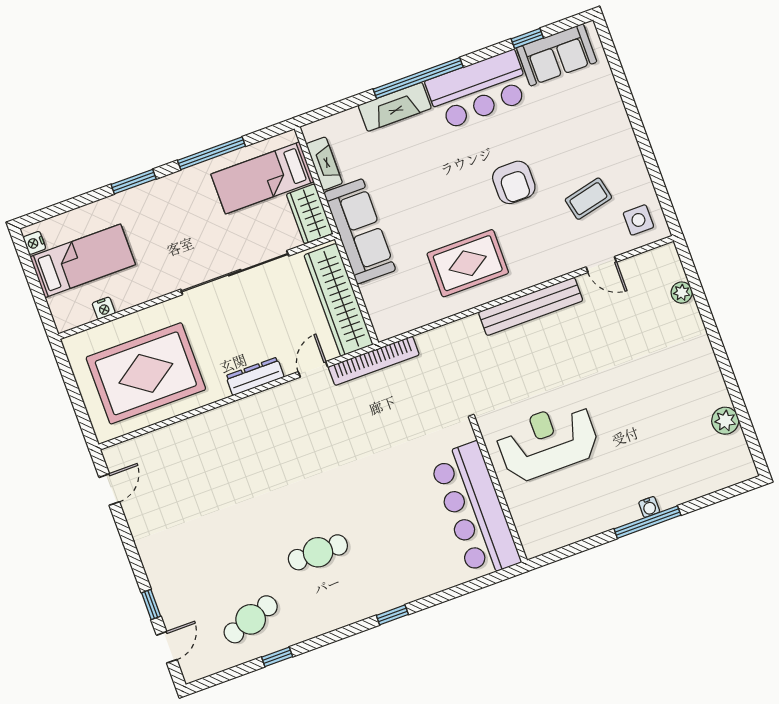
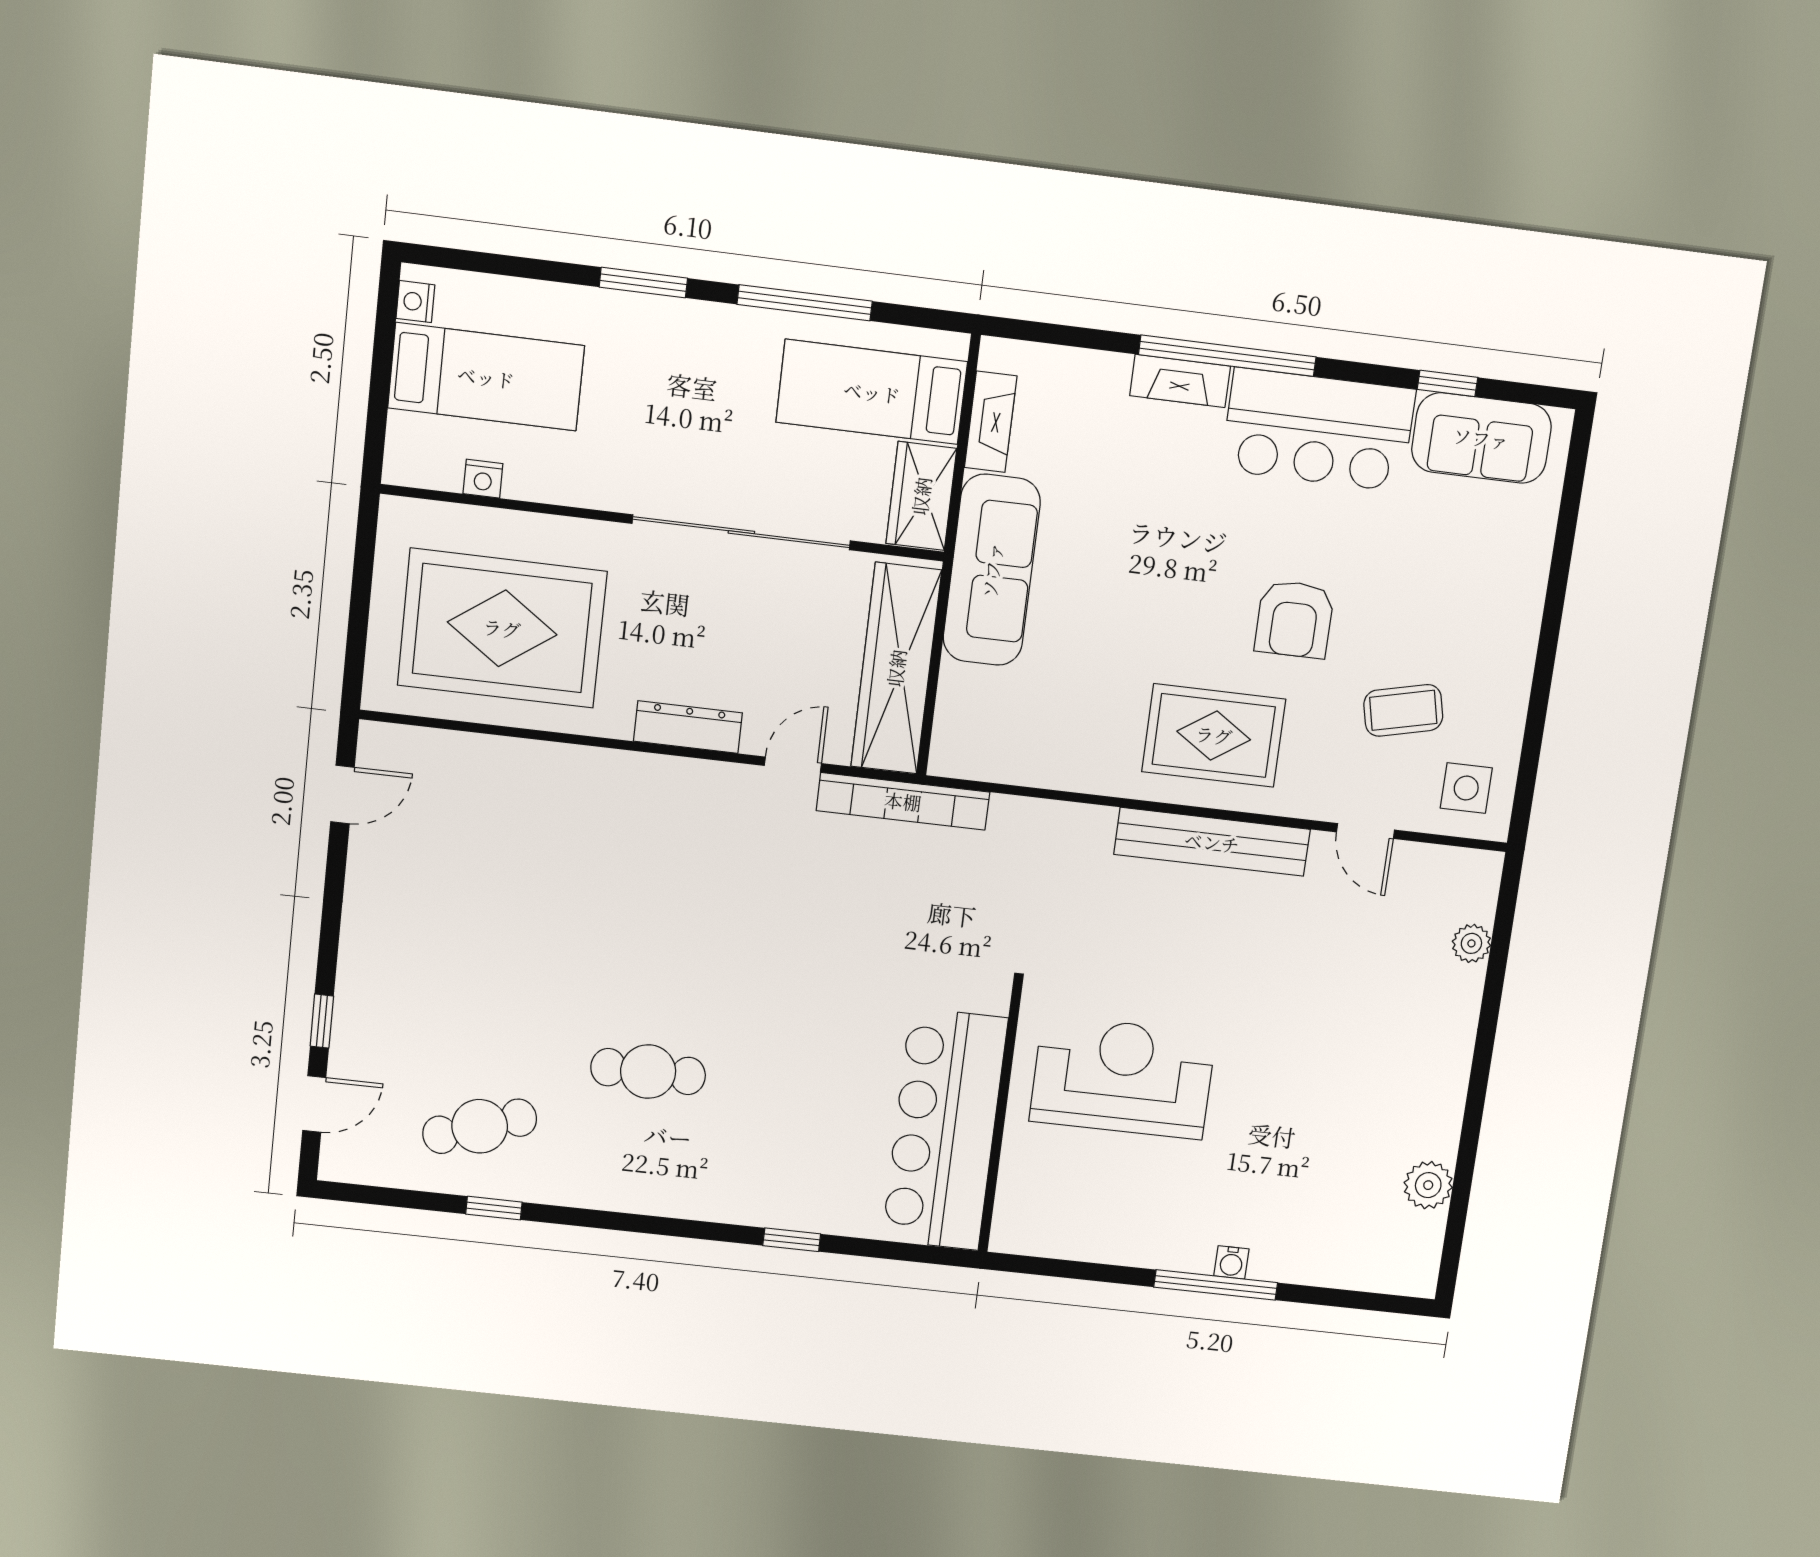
fireplace: (395, 107) -> (1180, 381), width x0.73, depth x0.76
rug: (468, 263) -> (1214, 735), moved
window: (392, 615) -> (792, 1240), moved

